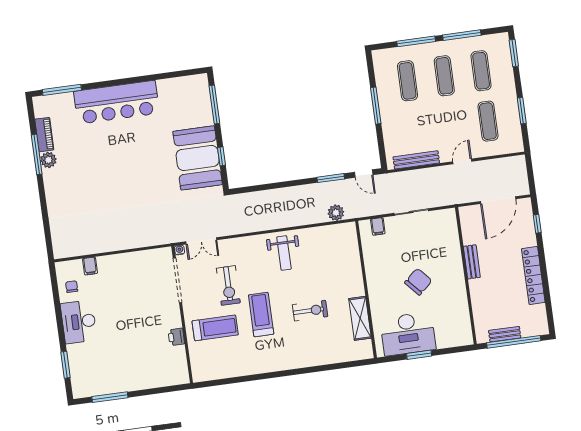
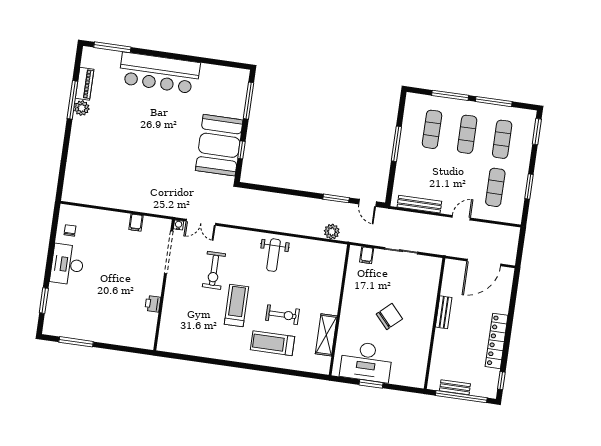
window: (537, 224) -> (501, 381), moved
filing cabinet: (90, 266) -> (136, 223), moved
treadmill: (215, 328) -> (273, 343), moved, turned 180

